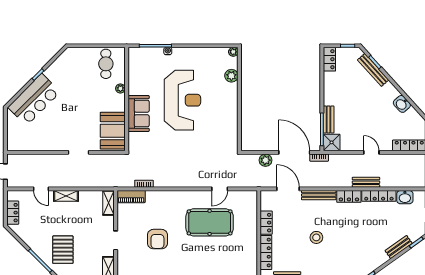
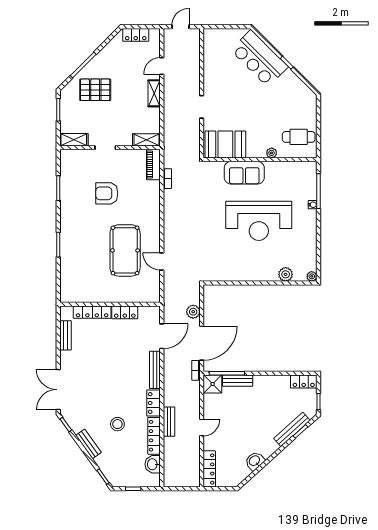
stool: (316, 237) -> (117, 424), moved
bench: (399, 247) -> (88, 444), moved

